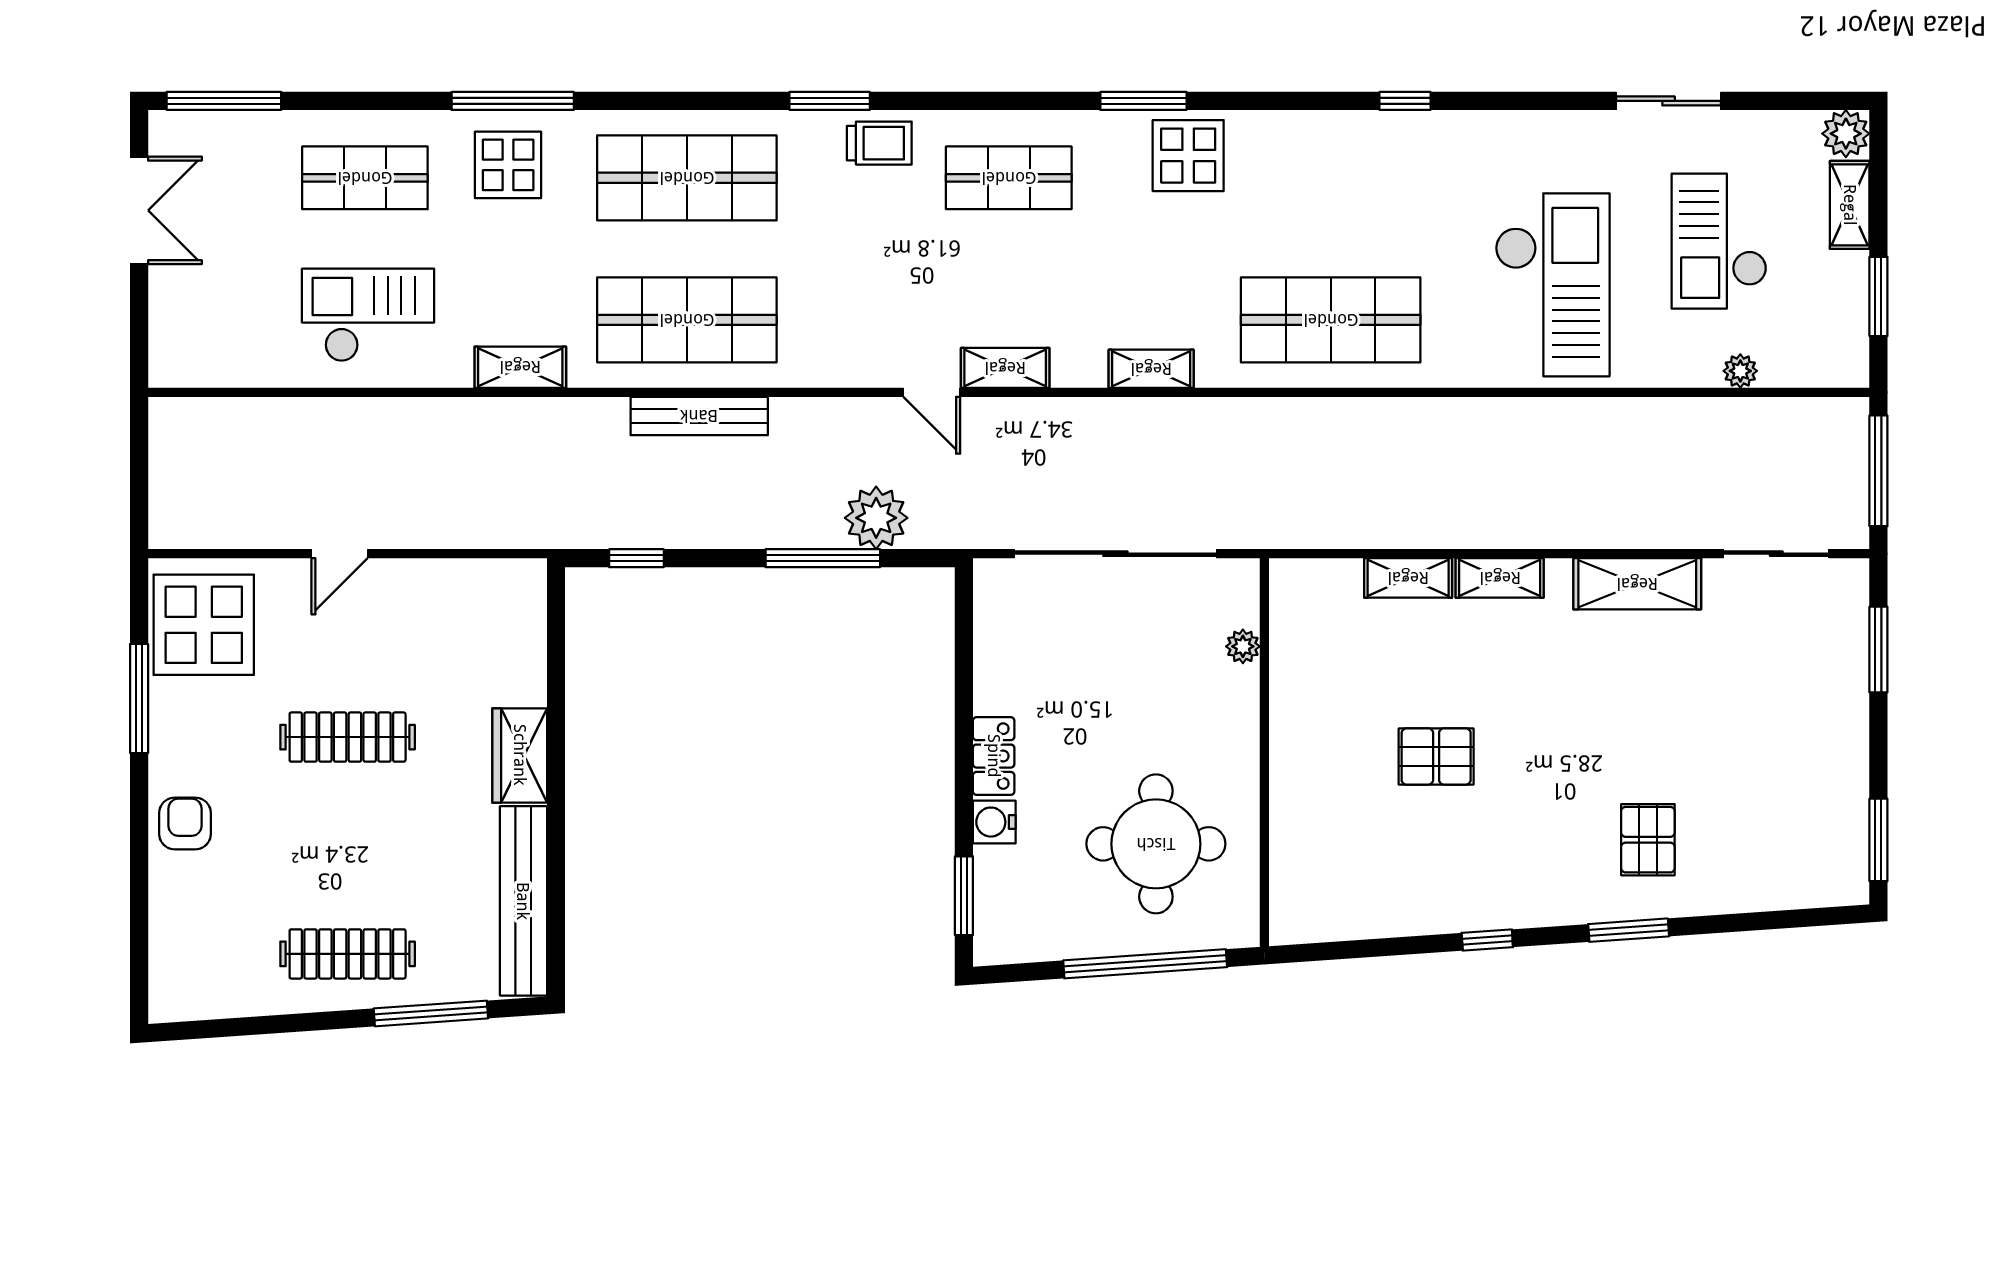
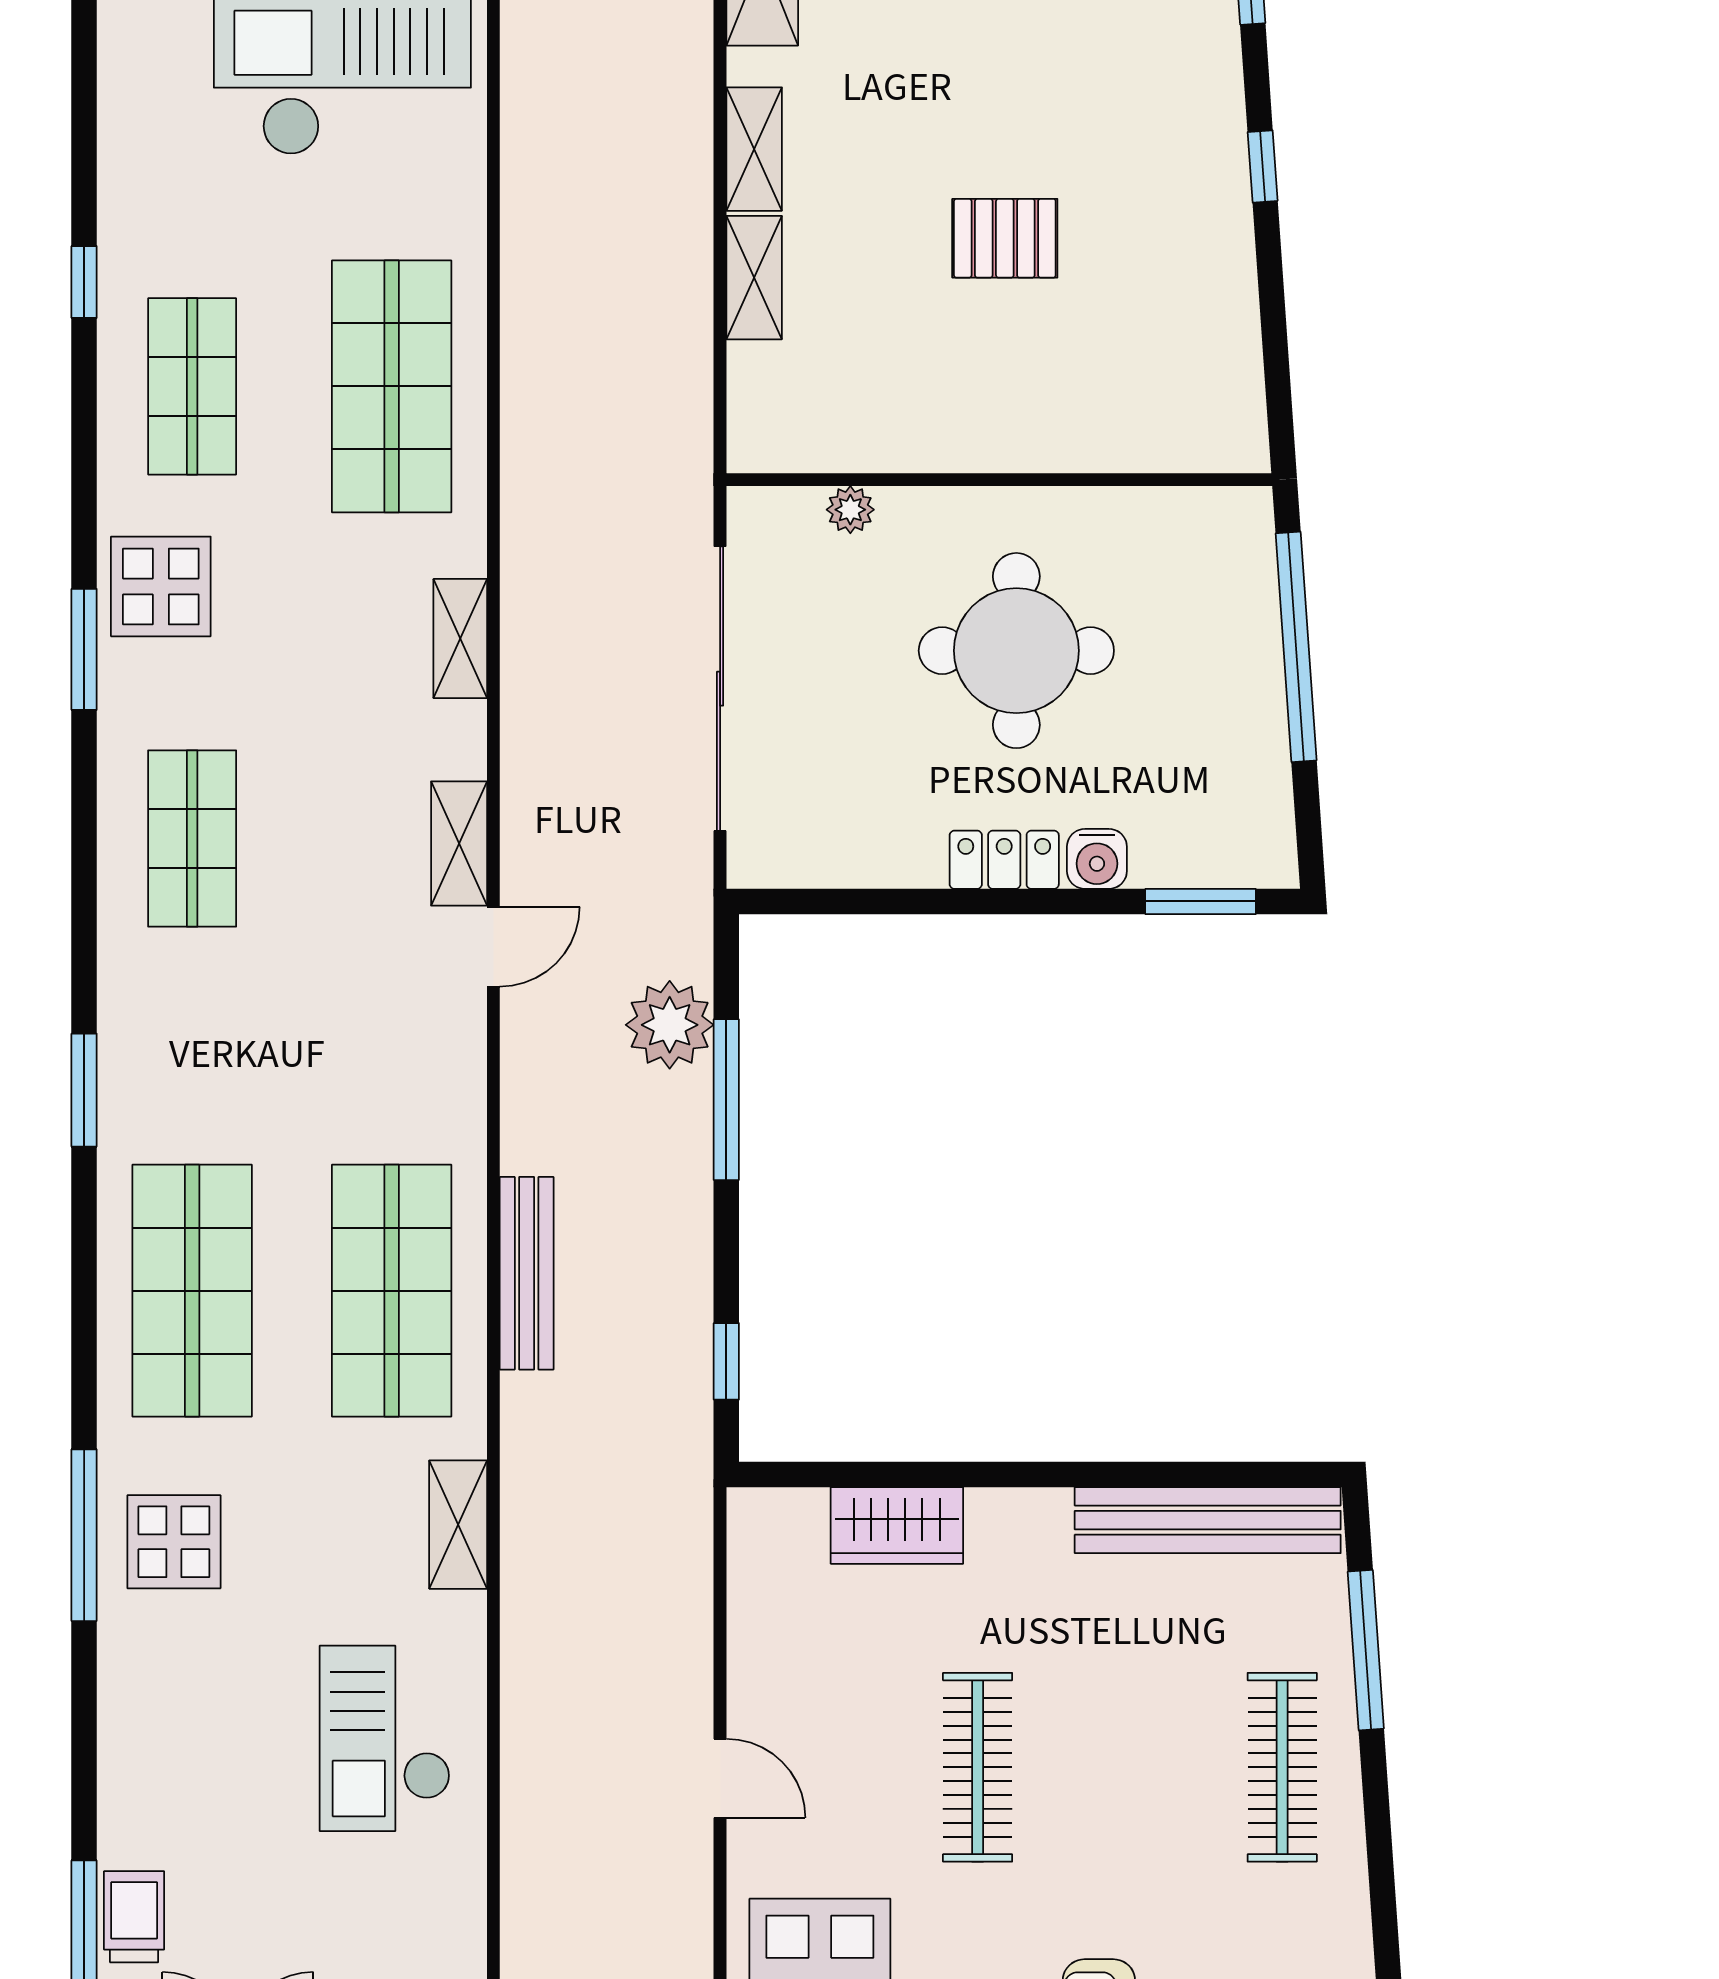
trolley: (879, 143) -> (134, 1917), moved
shop shelf: (365, 178) -> (192, 386), moved
wardrobe: (520, 755) -> (897, 1525), moved
pallet: (1436, 756) -> (1005, 238), turned 90
round table: (1156, 844) -> (1016, 651), moved

